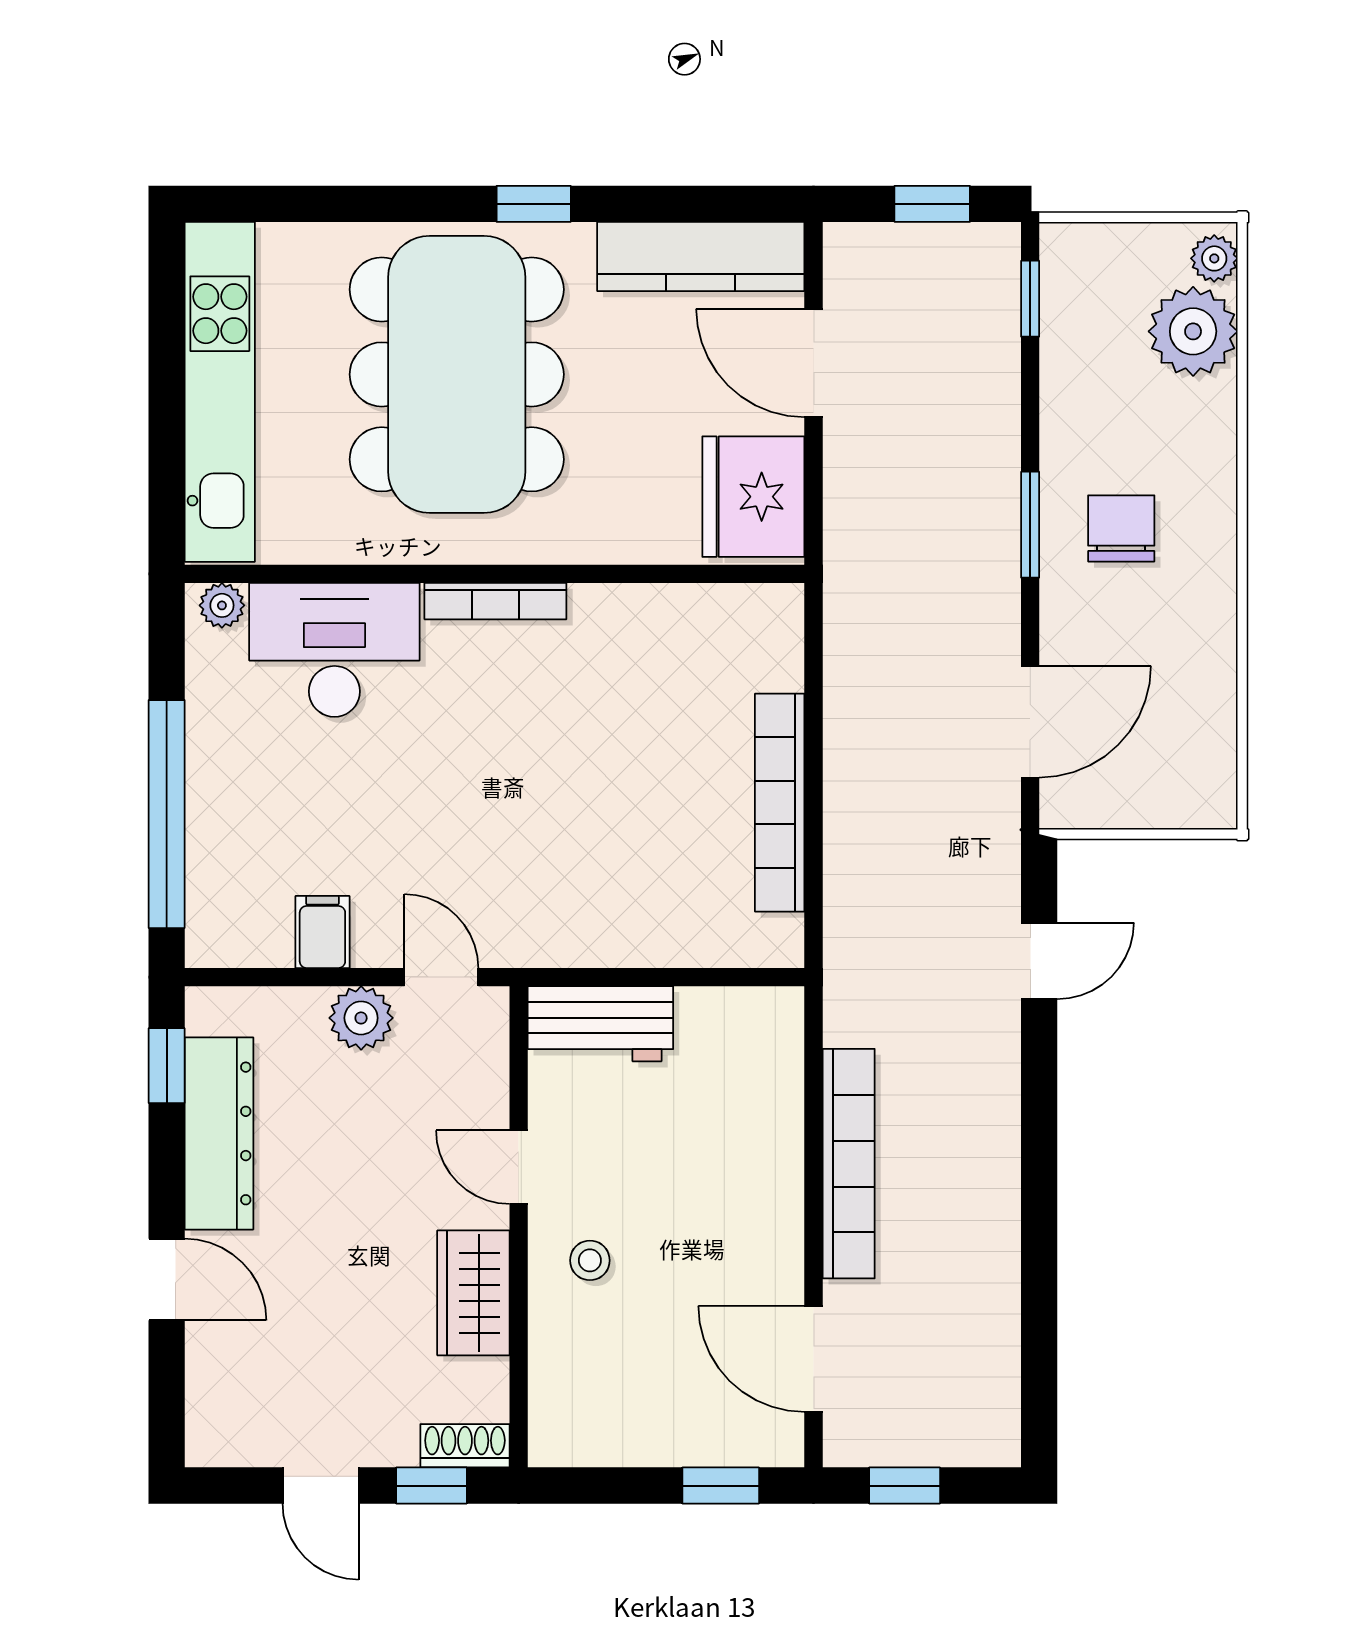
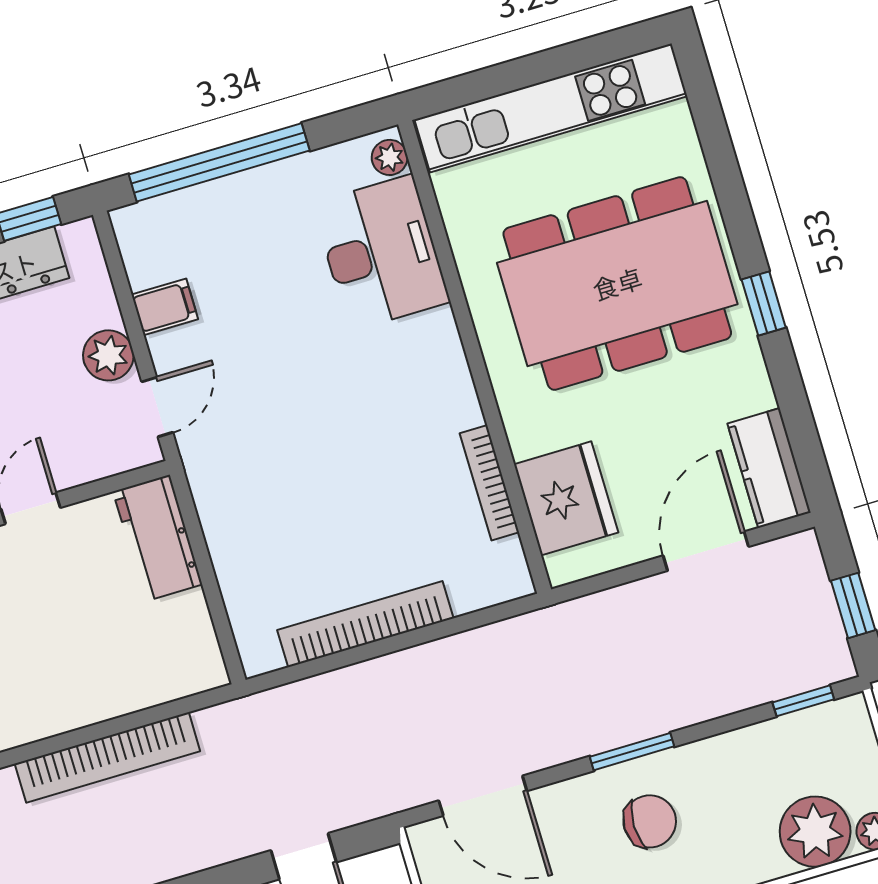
kitchen counter: (701, 257) -> (769, 468), width x0.67
fridge: (753, 497) -> (566, 498), moved, turned 90
bookcase: (495, 601) -> (489, 483), moved

